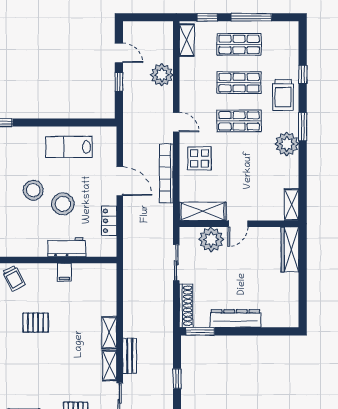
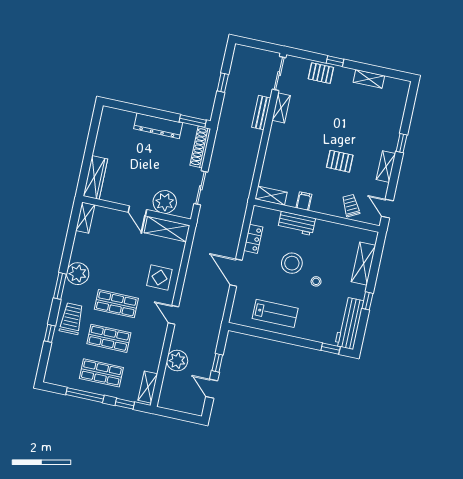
bookcase: (166, 173) -> (192, 271), removed
stool: (33, 190) -> (316, 281), width x0.53, depth x0.53
door: (238, 224) -> (137, 211), swing flipped
shelving: (109, 333) -> (271, 196), moved, turned 90

